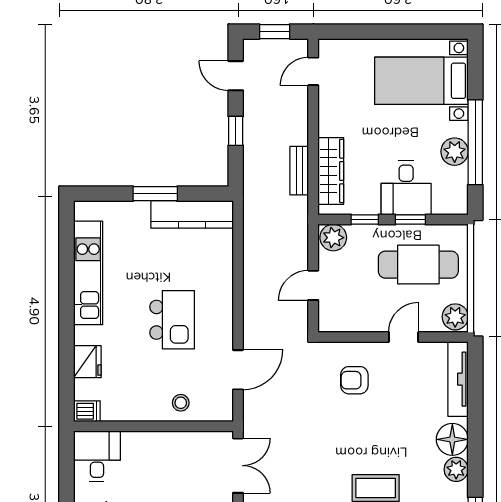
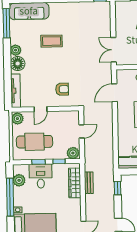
window: (236, 131) -> (118, 188), moved
plant: (455, 152) -> (19, 180), moved

